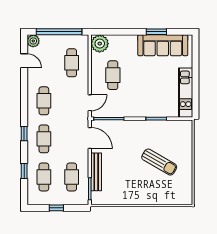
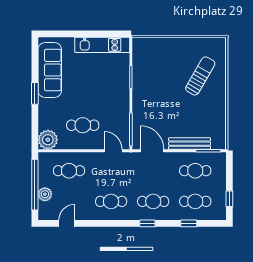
window: (156, 32) -> (35, 93), moved
plant: (33, 41) -> (45, 194), moved
door: (90, 138) -> (152, 151), hinge flipped
sun lounger: (159, 162) -> (200, 76), moved
window: (56, 208) -> (229, 199), moved

